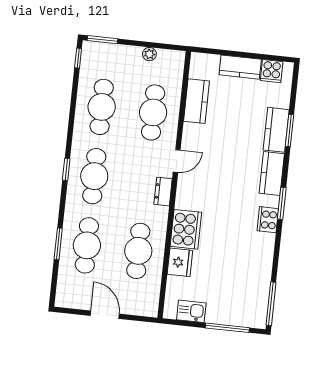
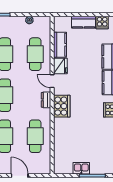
door: (177, 161) -> (52, 81), swing flipped
cooker: (186, 229) -> (62, 106), moved
fridge: (180, 262) -> (60, 66), moved
kitchen sink: (191, 311) -> (81, 168), moved

